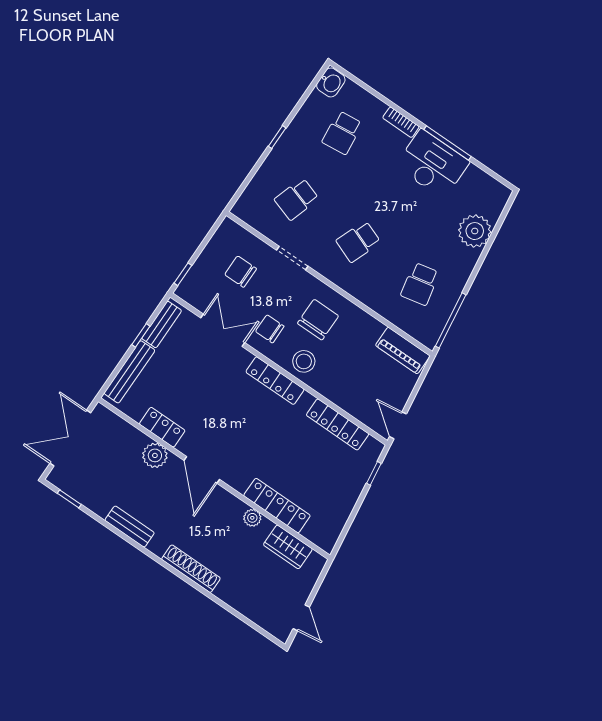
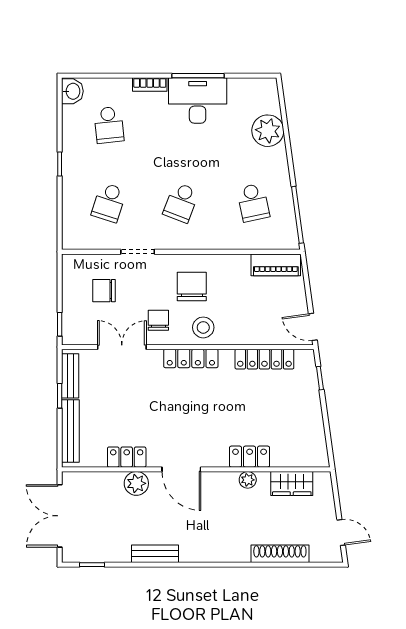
chair: (270, 329) -> (158, 320), turned 90
locker: (277, 506) -> (250, 457), width x0.66
shoe rack: (191, 569) -> (280, 554), moved

